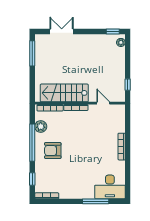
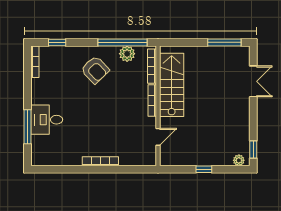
window: (128, 85) -> (204, 169), moved
window: (32, 143) -> (123, 42), moved
armchair: (53, 151) -> (95, 70), turned 136
desk: (110, 187) -> (47, 120), moved, width x0.73

